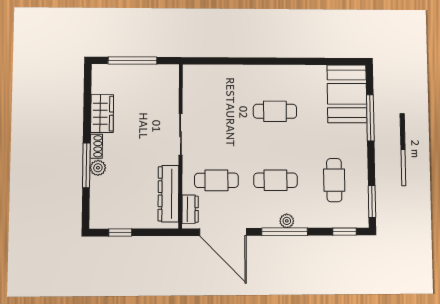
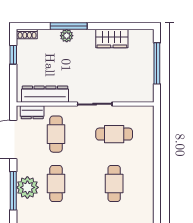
cafe table: (216, 111) -> (114, 134), added
shoe rack: (96, 146) -> (27, 34), moved
plant: (287, 221) -> (27, 187), width x1.87, depth x1.87

